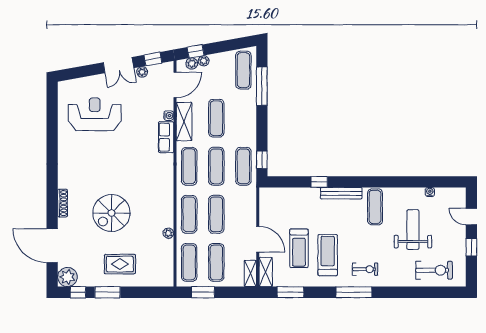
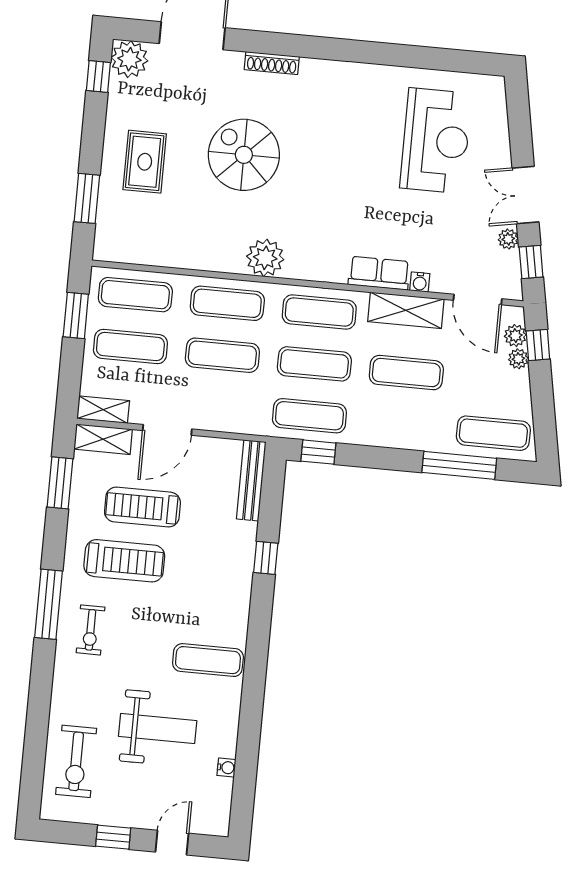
bench: (341, 193) -> (251, 480), moved
plant: (168, 233) -> (265, 258), moved, width x1.88, depth x1.88
window: (107, 292) -> (87, 198), moved

